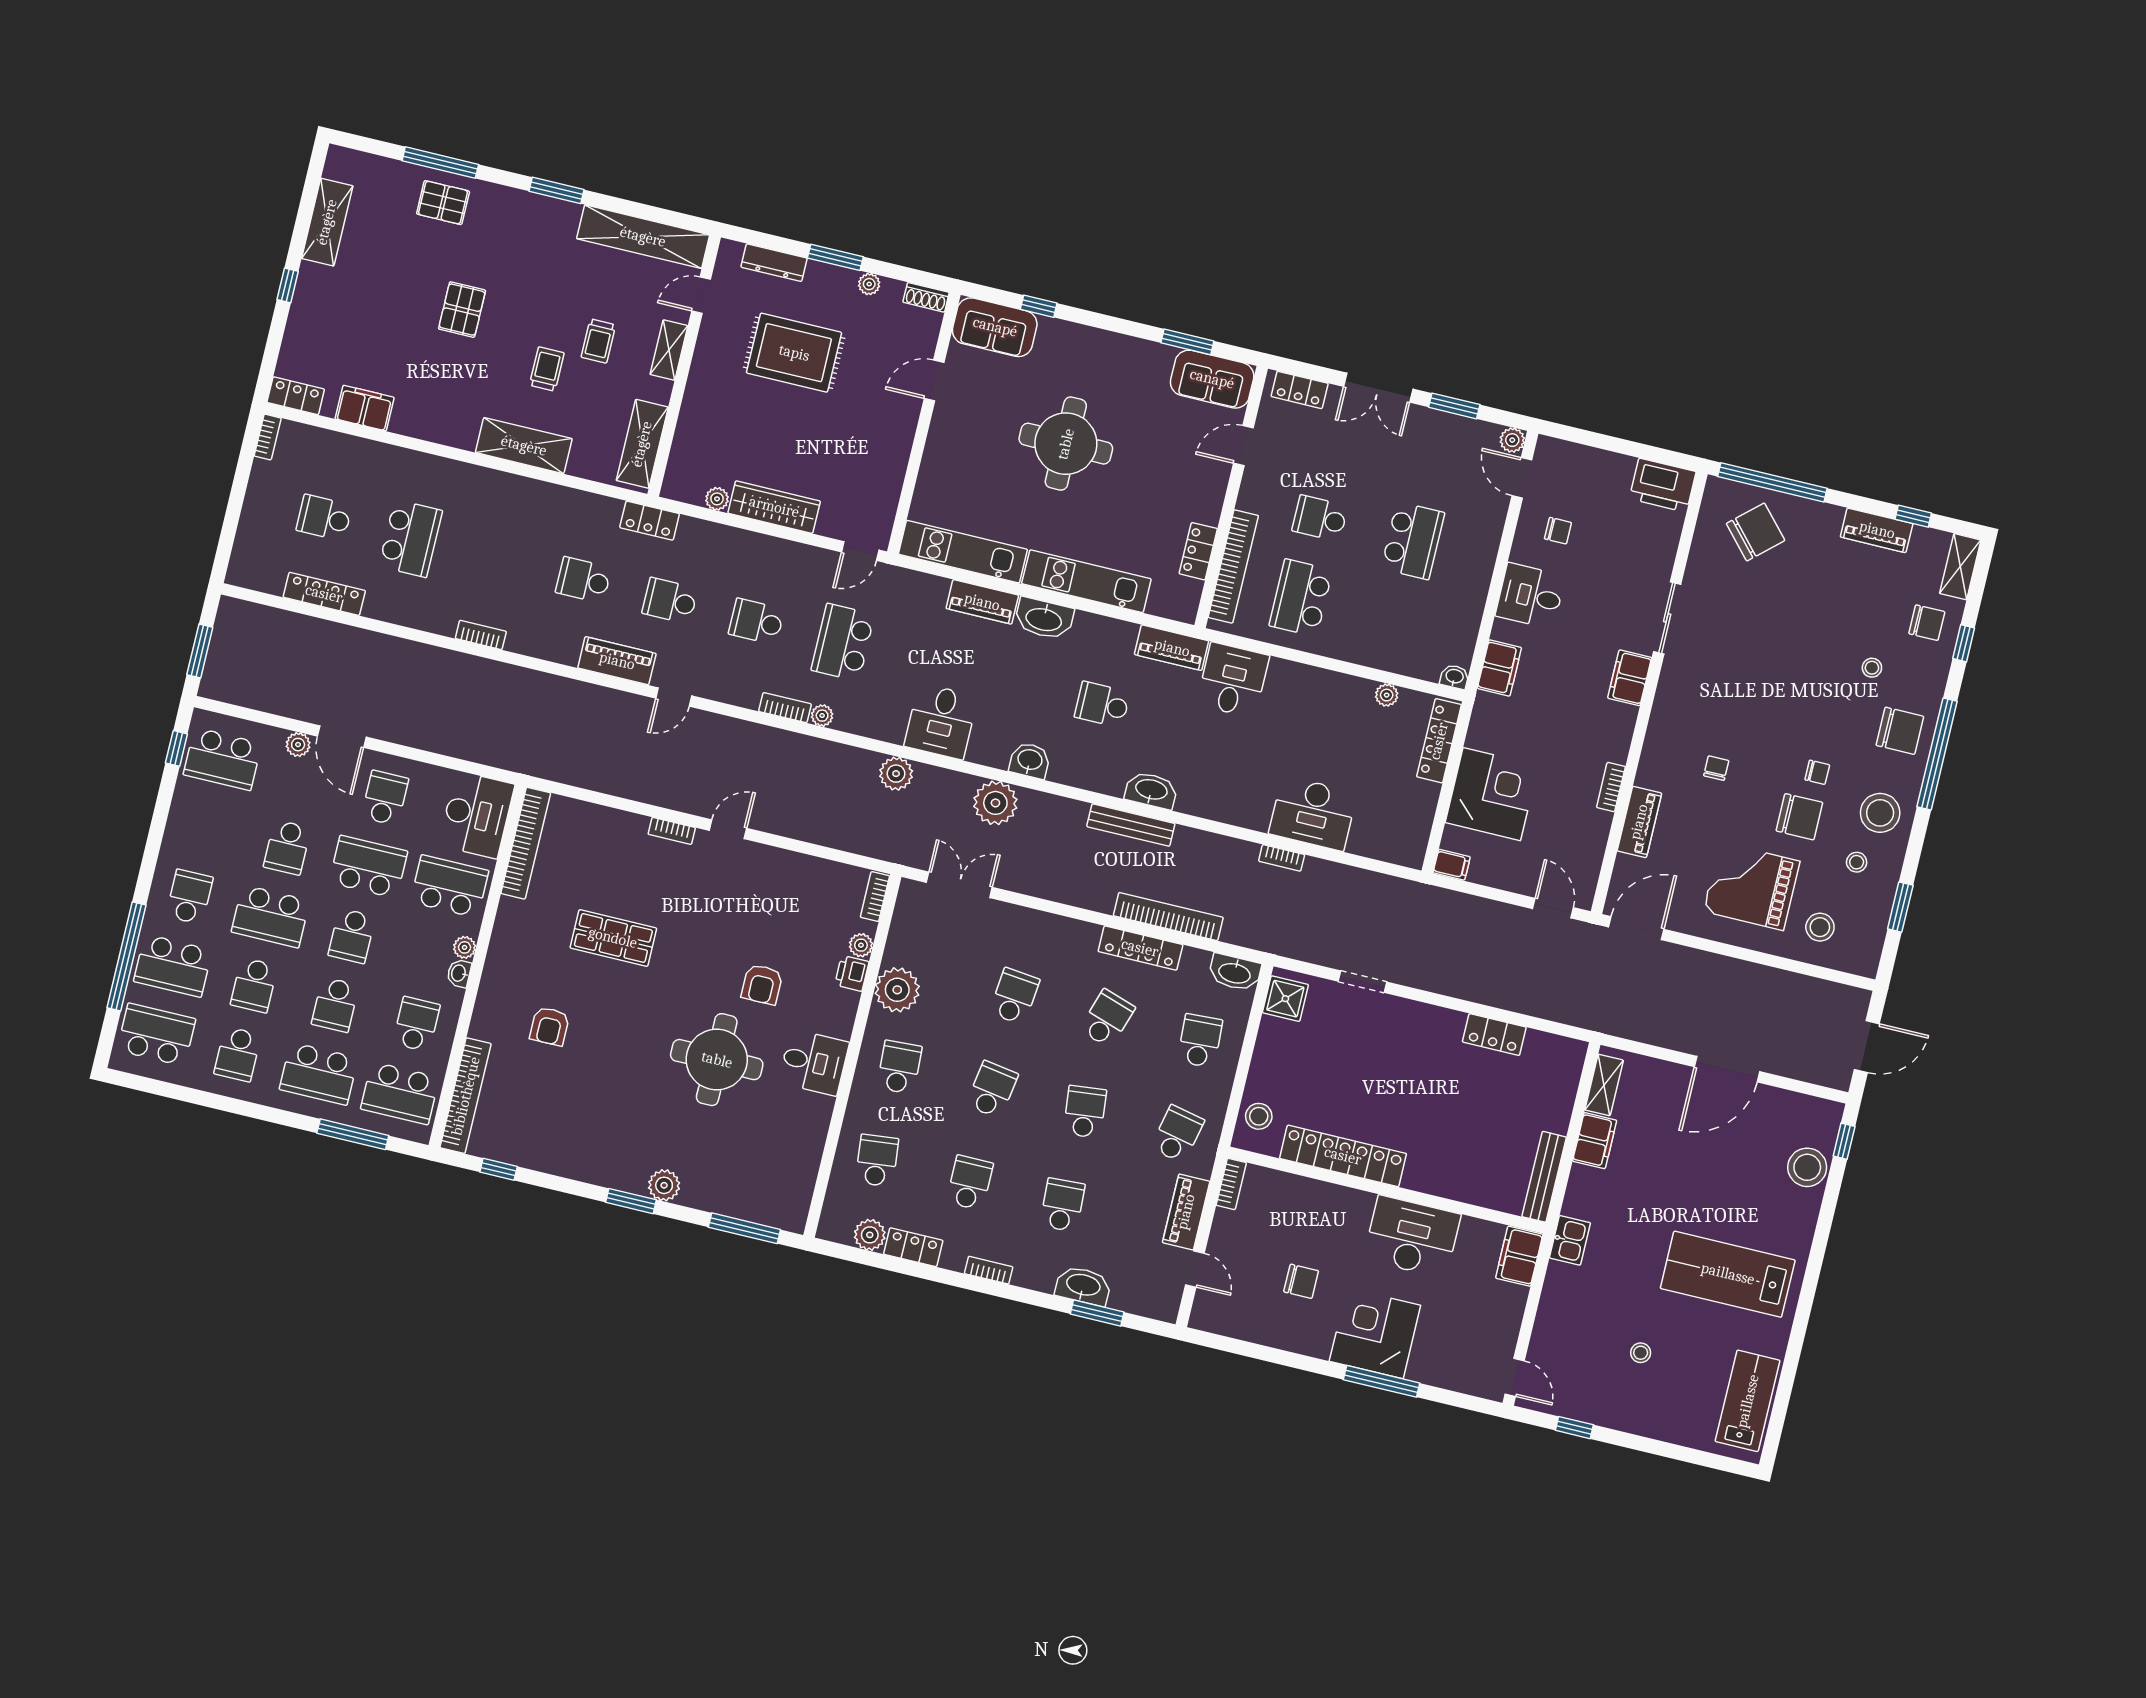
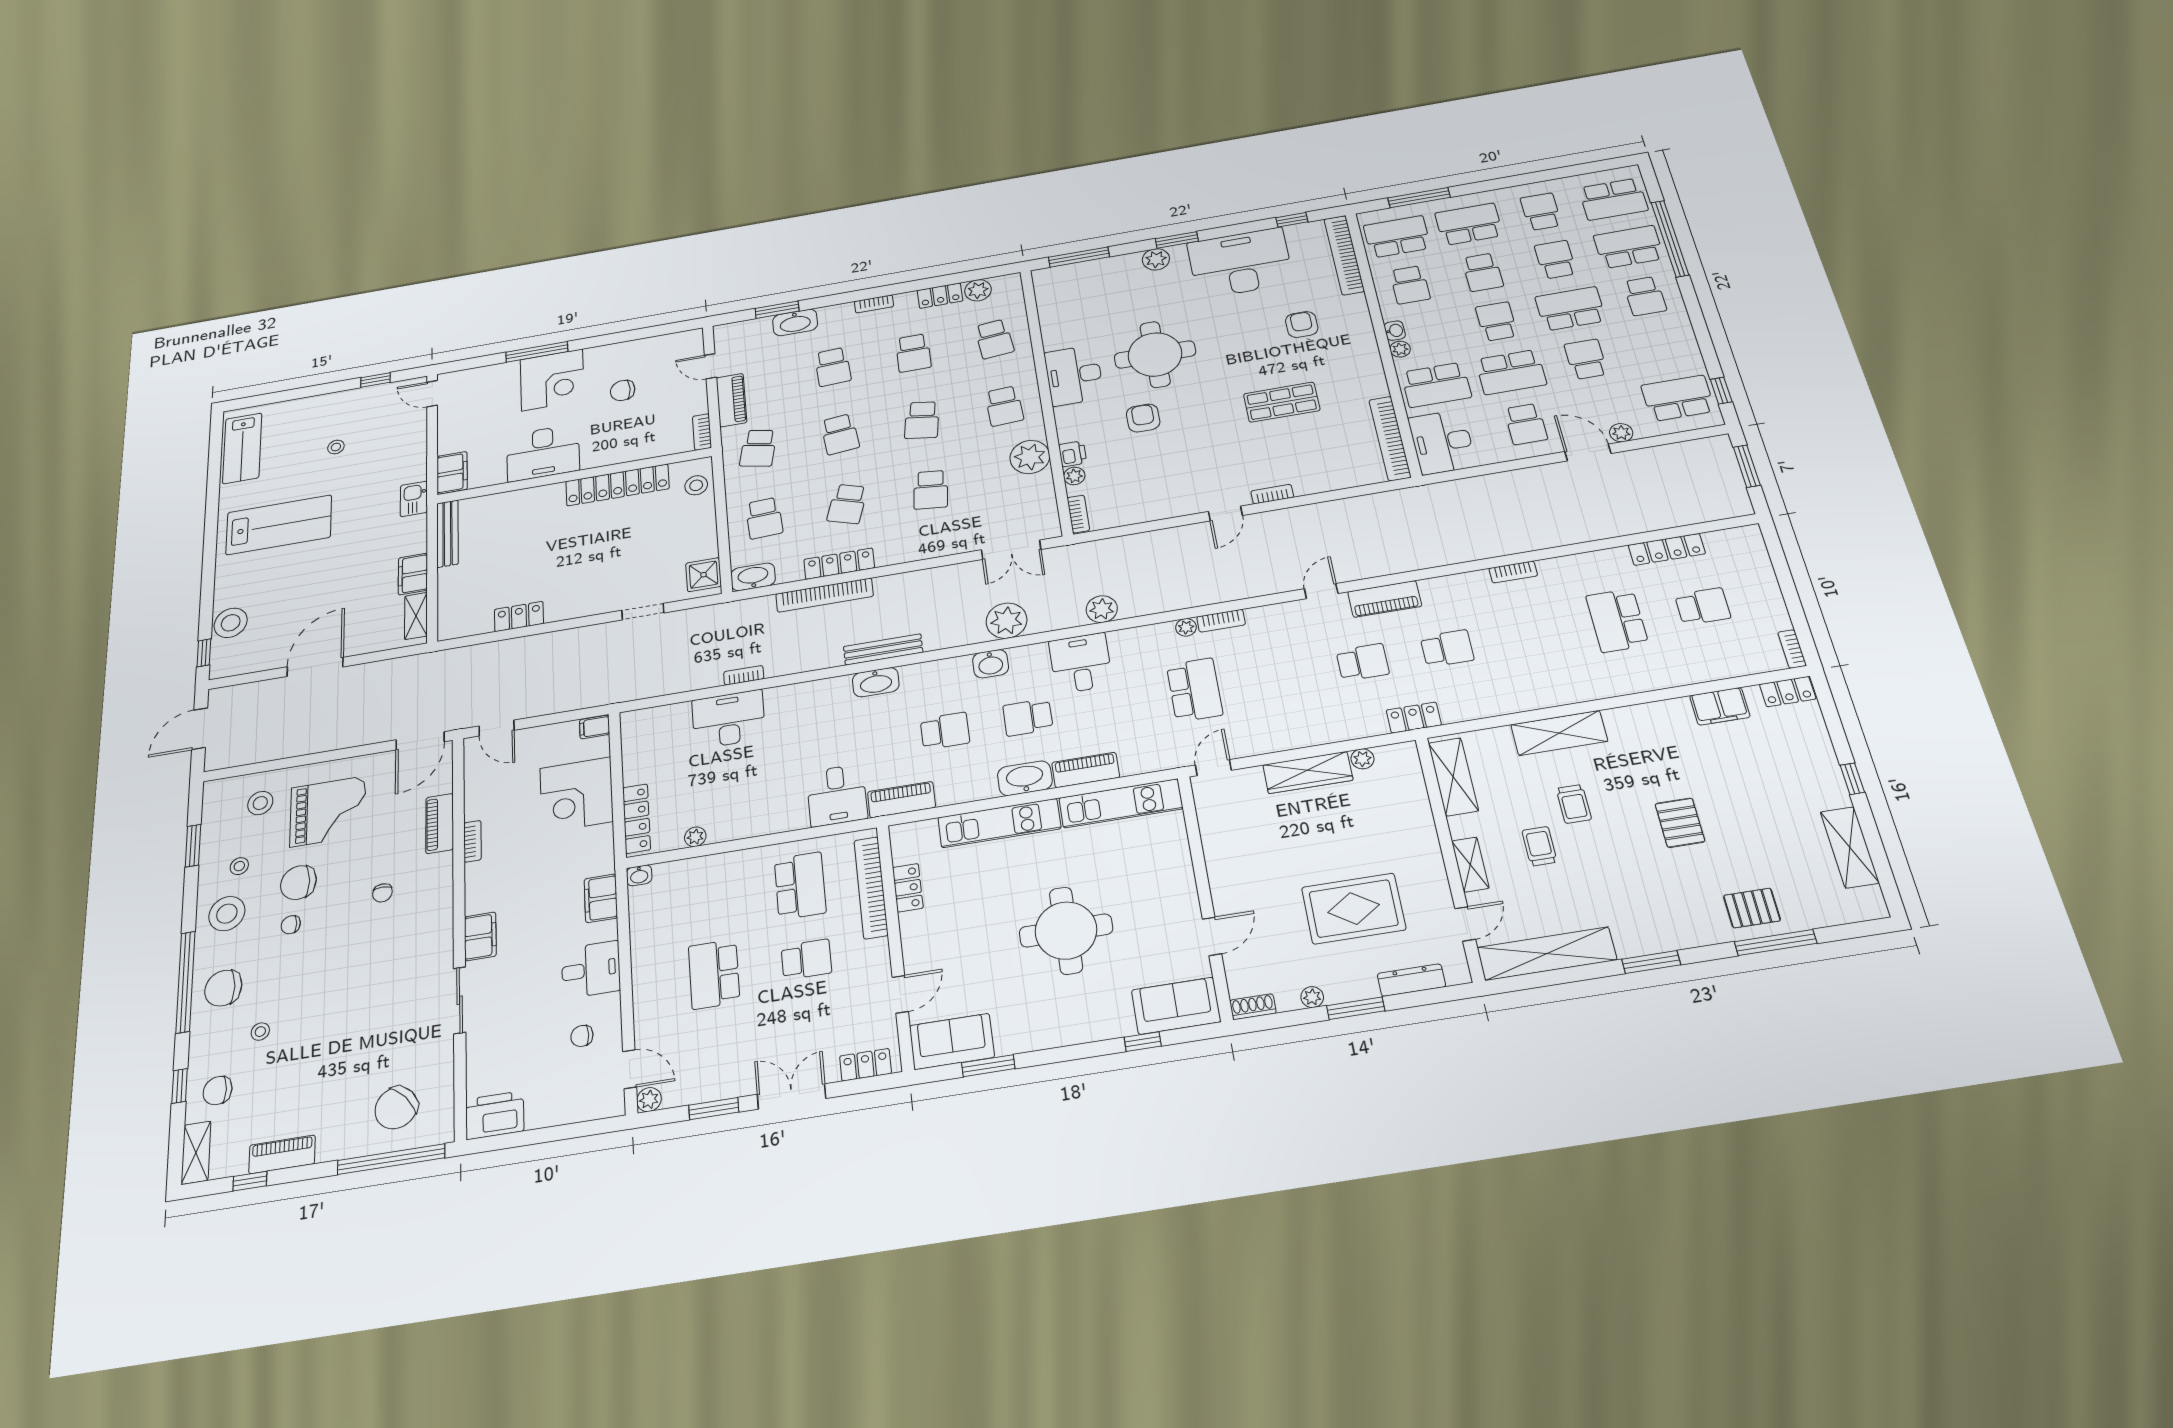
school desk: (756, 622) -> (1028, 717), moved, turned 180
school desk: (335, 1005) -> (1483, 272), turned 180
desk: (814, 1062) -> (1074, 375), width x1.37
desk: (578, 1137) -> (1240, 263), added

